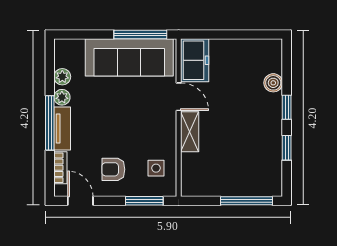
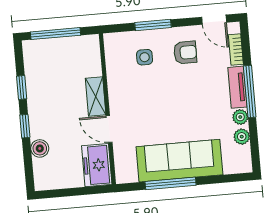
freezer: (195, 60) -> (97, 165), moved
door: (179, 97) -> (109, 129), moved
wall: (179, 118) -> (107, 109), moved
shelving: (190, 132) -> (96, 96), moved

